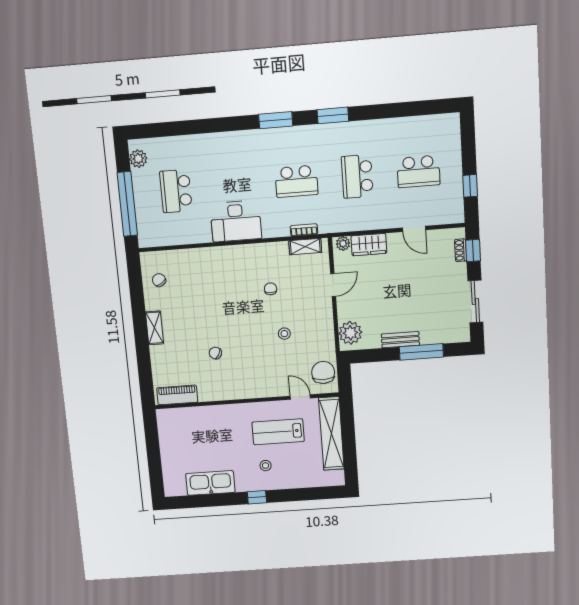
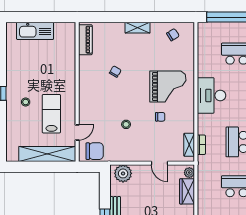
grand piano: (229, 282) -> (168, 86), added
kitchen sink: (210, 483) -> (35, 31), moved, turned 90

